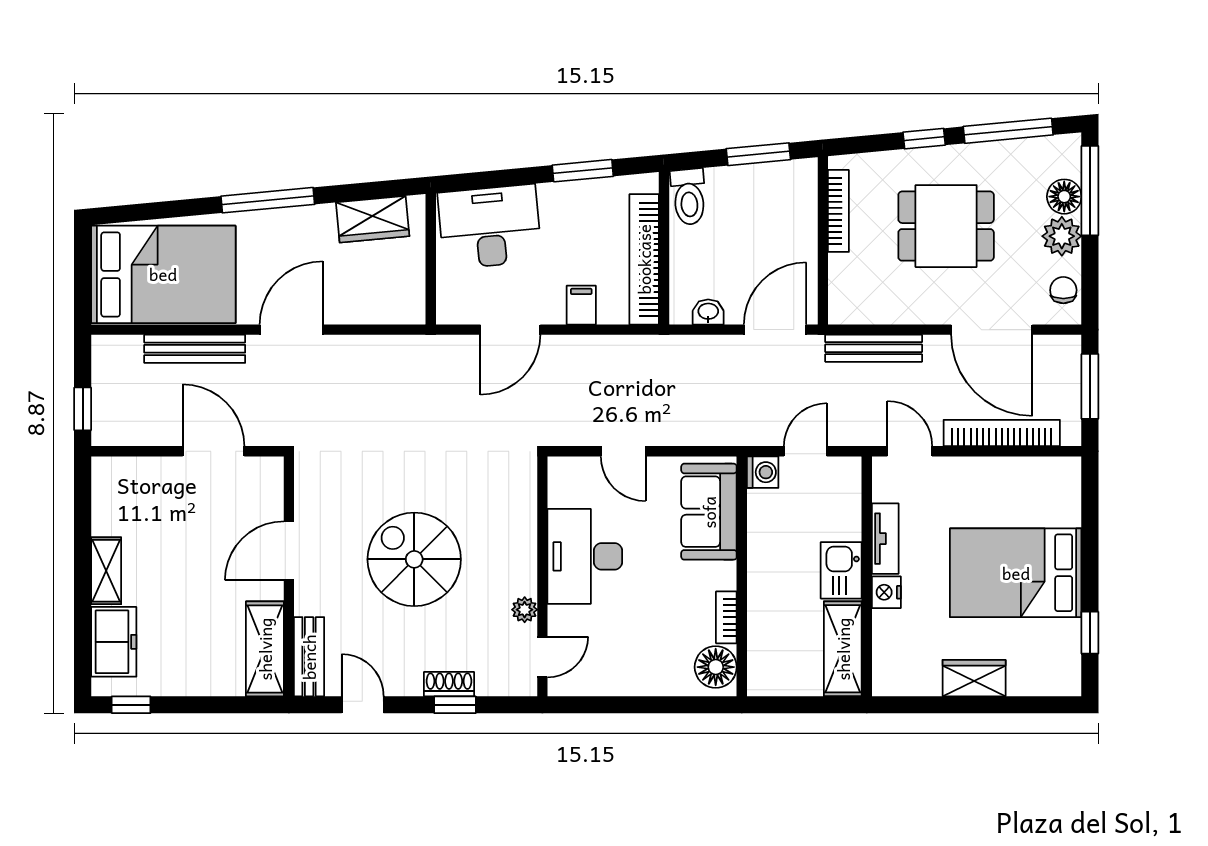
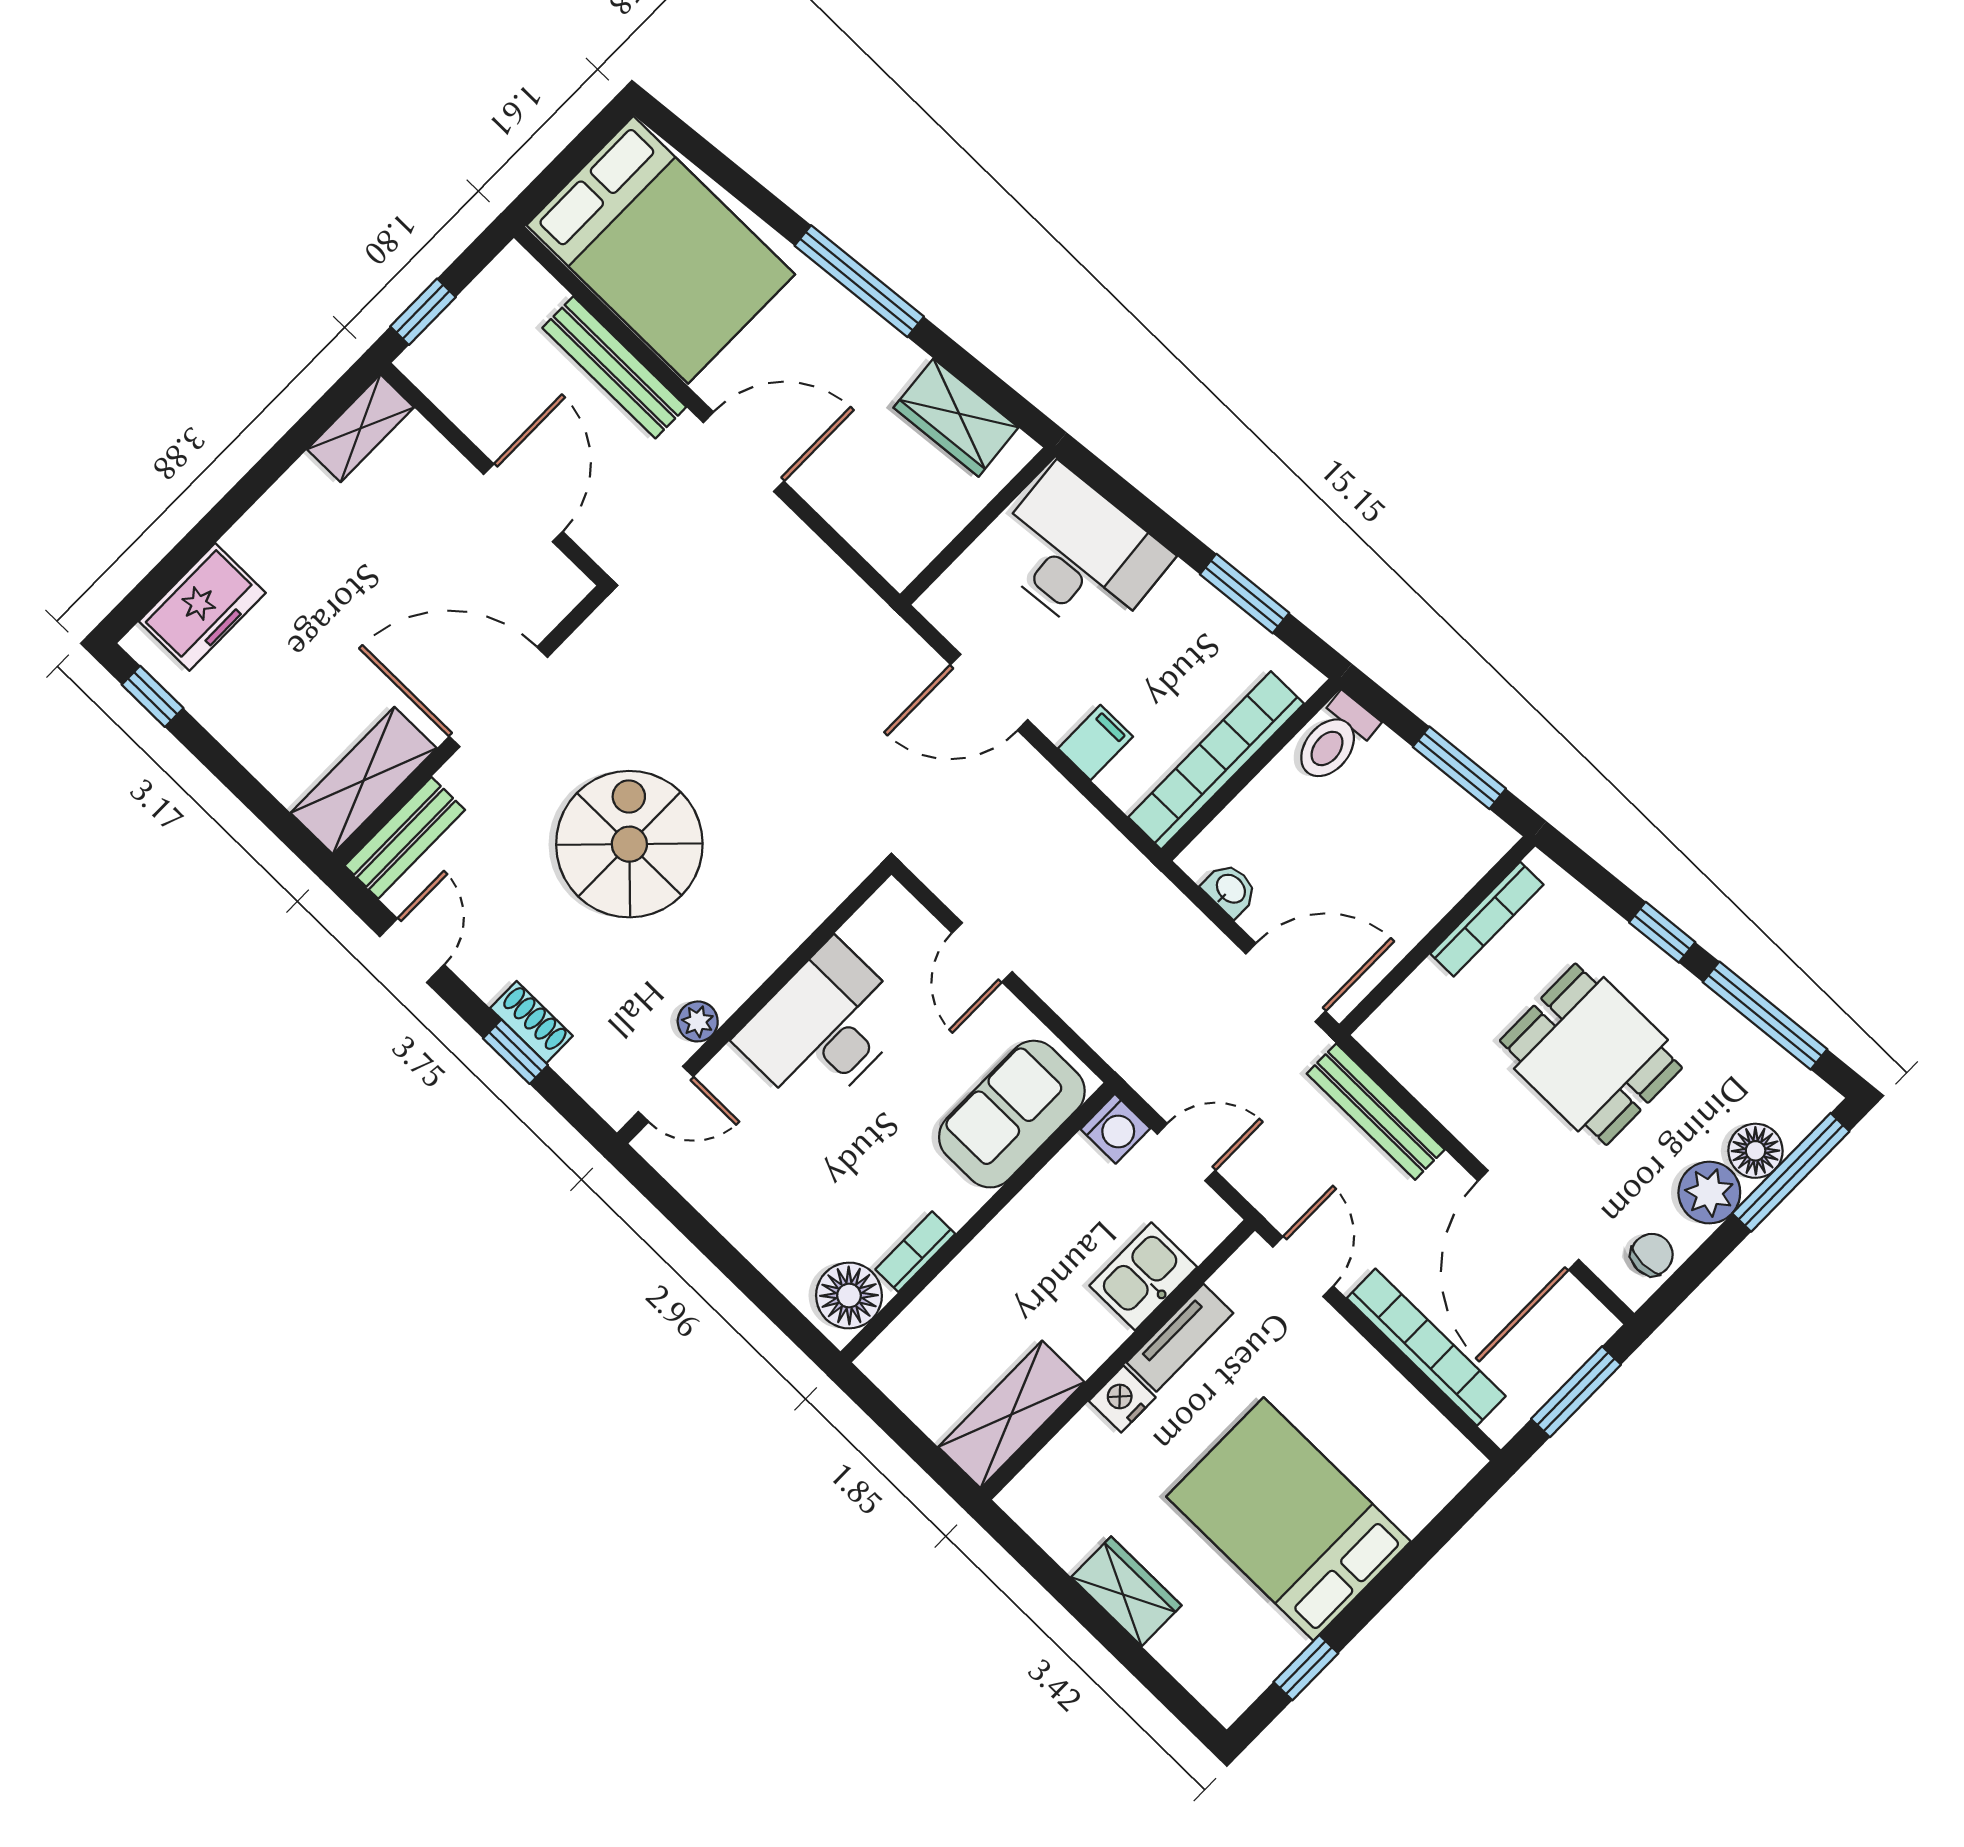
door: (289, 551) -> (498, 697), width x1.36
kitchen sink: (841, 570) -> (1143, 1276), moved
shelving: (106, 571) -> (361, 428), moved

